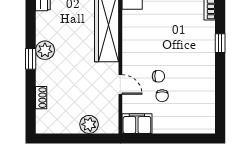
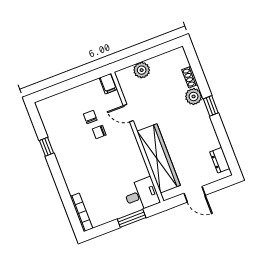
window: (220, 43) -> (46, 147), moved
plant: (45, 50) -> (194, 96), moved
filing cabinet: (137, 124) -> (108, 84), width x0.50

